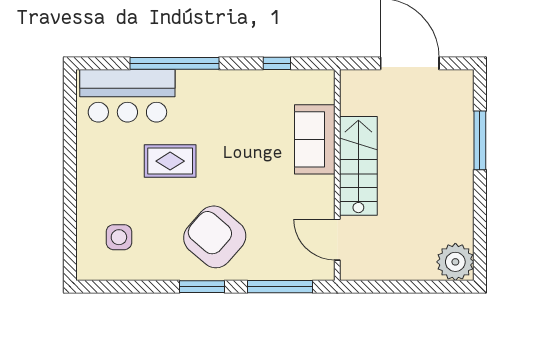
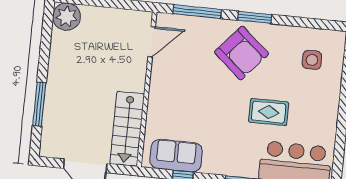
sofa: (315, 139) -> (176, 156), moved, turned -90
stairs: (358, 166) -> (127, 129), moved
door: (337, 240) -> (152, 42), hinge flipped

